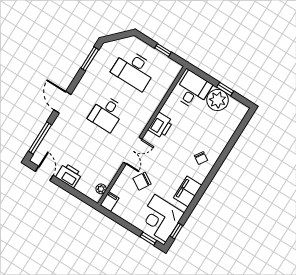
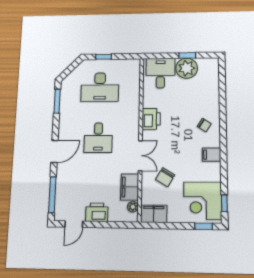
window: (163, 50) -> (104, 57), moved
door: (62, 102) -> (55, 152), swing flipped
filing cabinet: (108, 171) -> (130, 187), added
door: (44, 173) -> (74, 224), swing flipped
filing cabinet: (188, 191) -> (211, 155), width x0.50
filing cabinet: (110, 201) -> (154, 214), width x2.00

